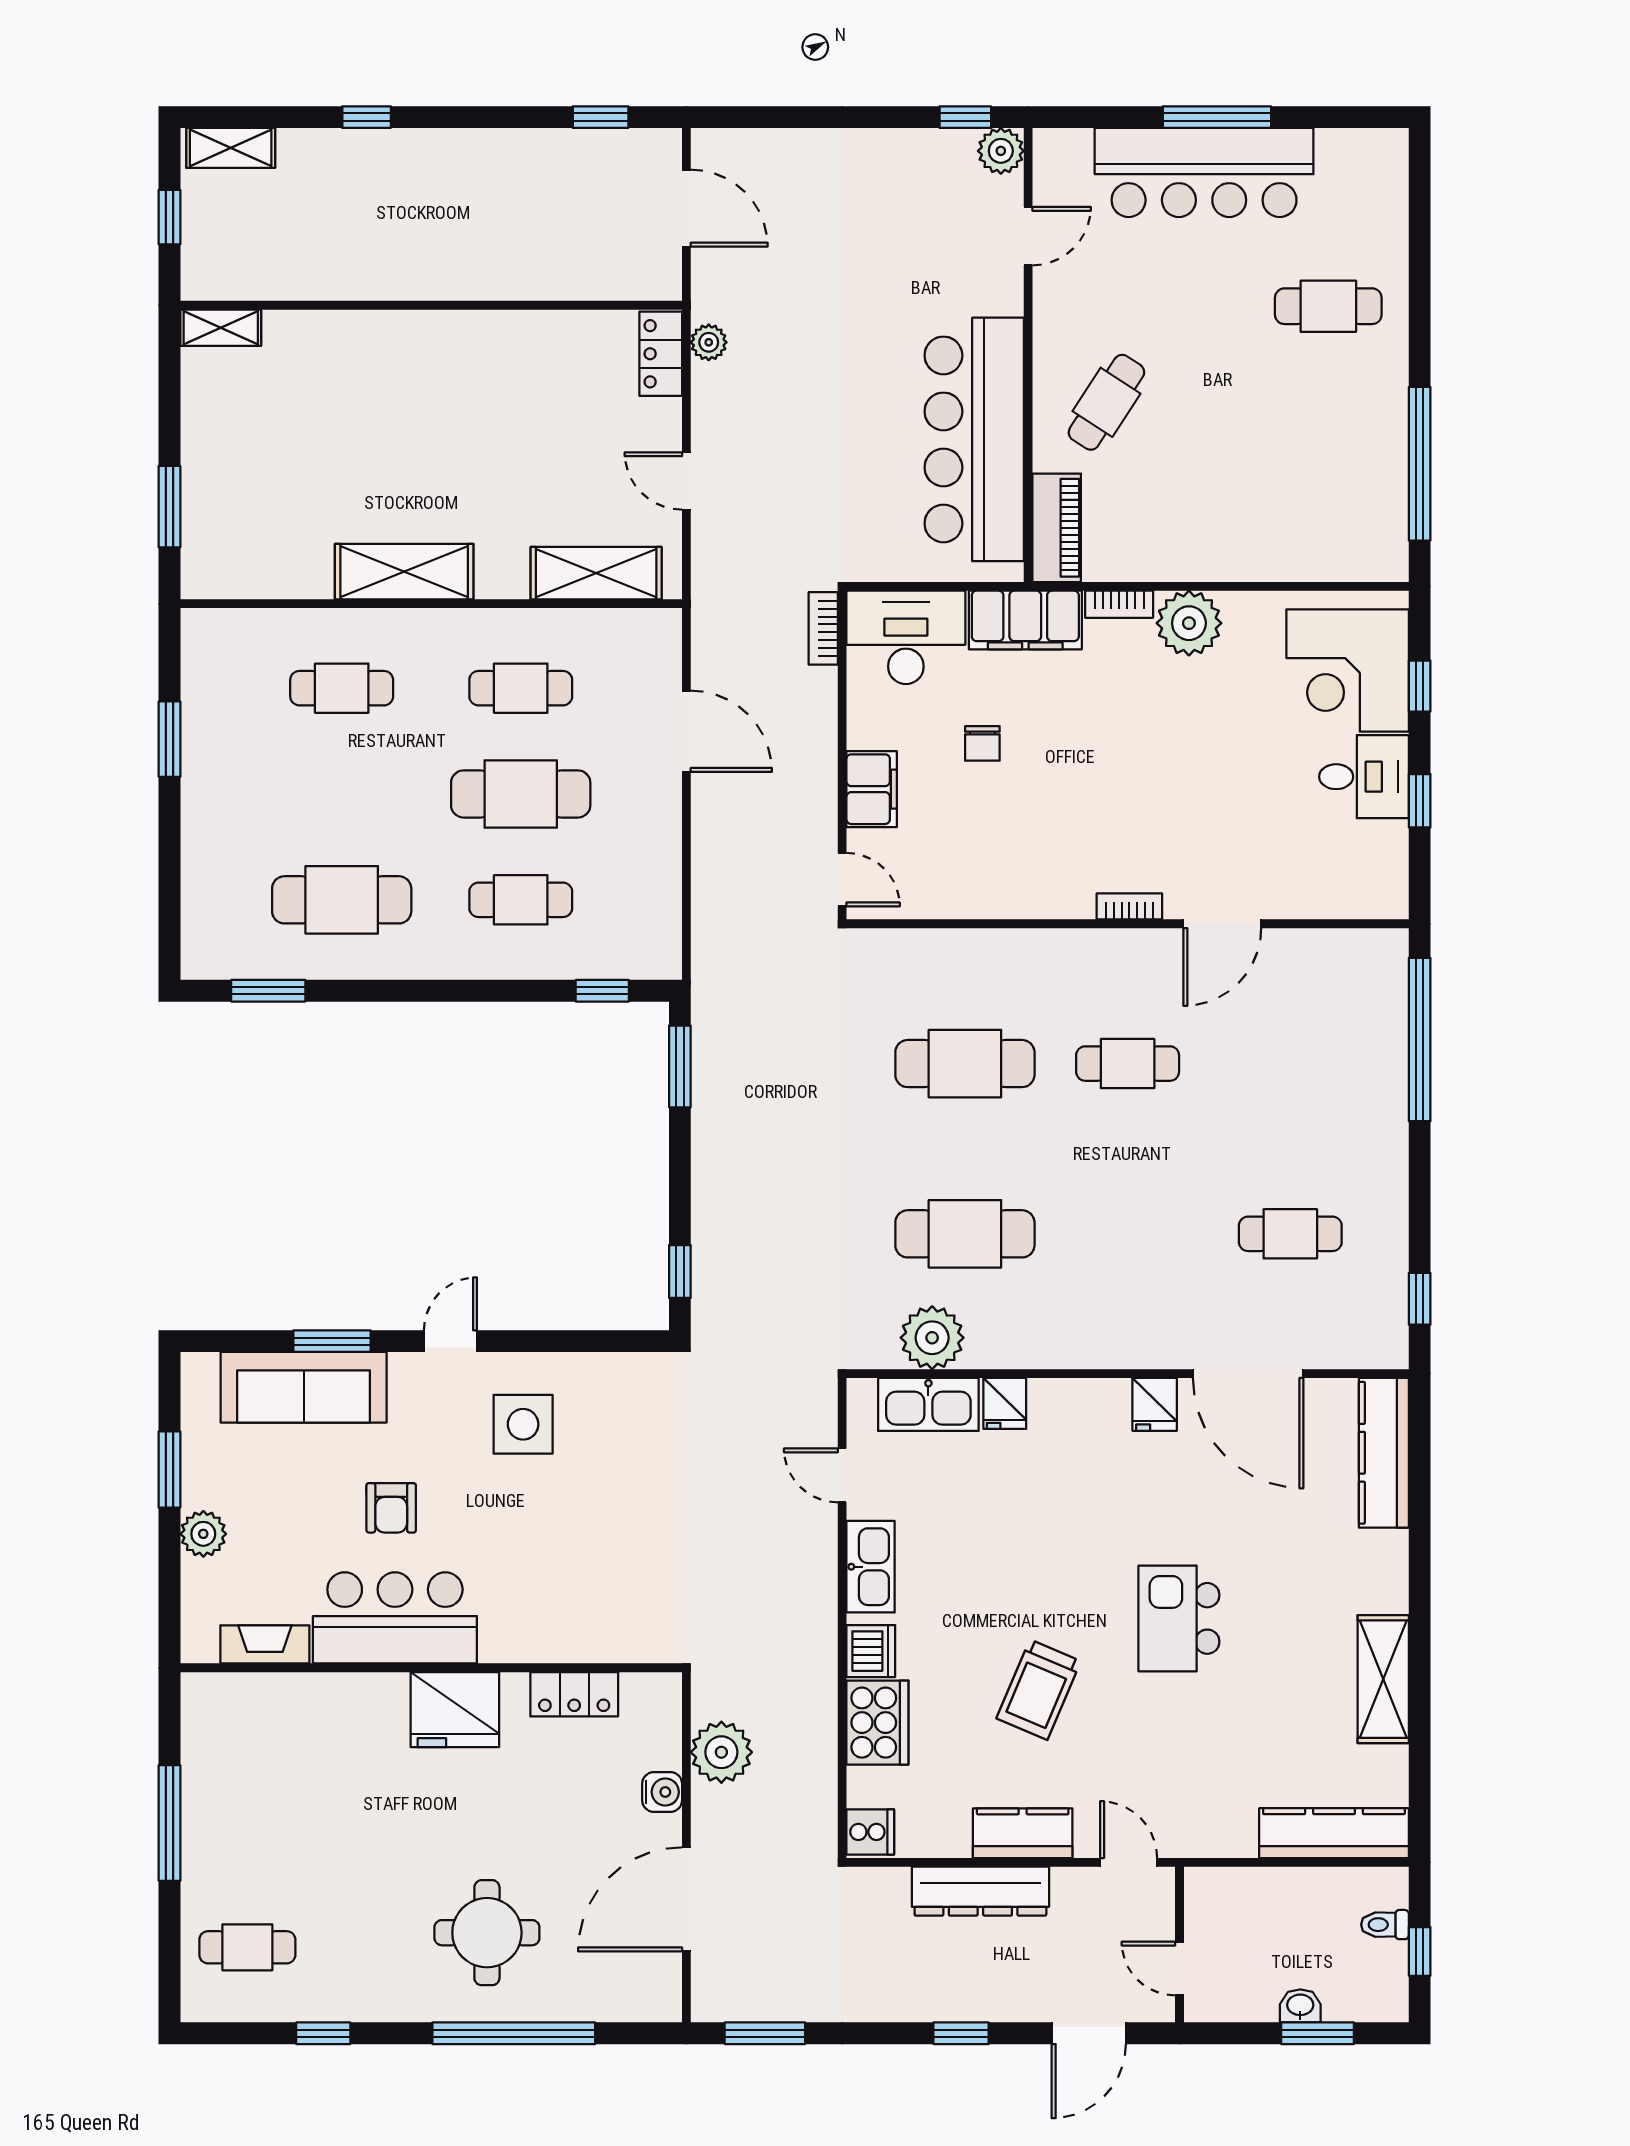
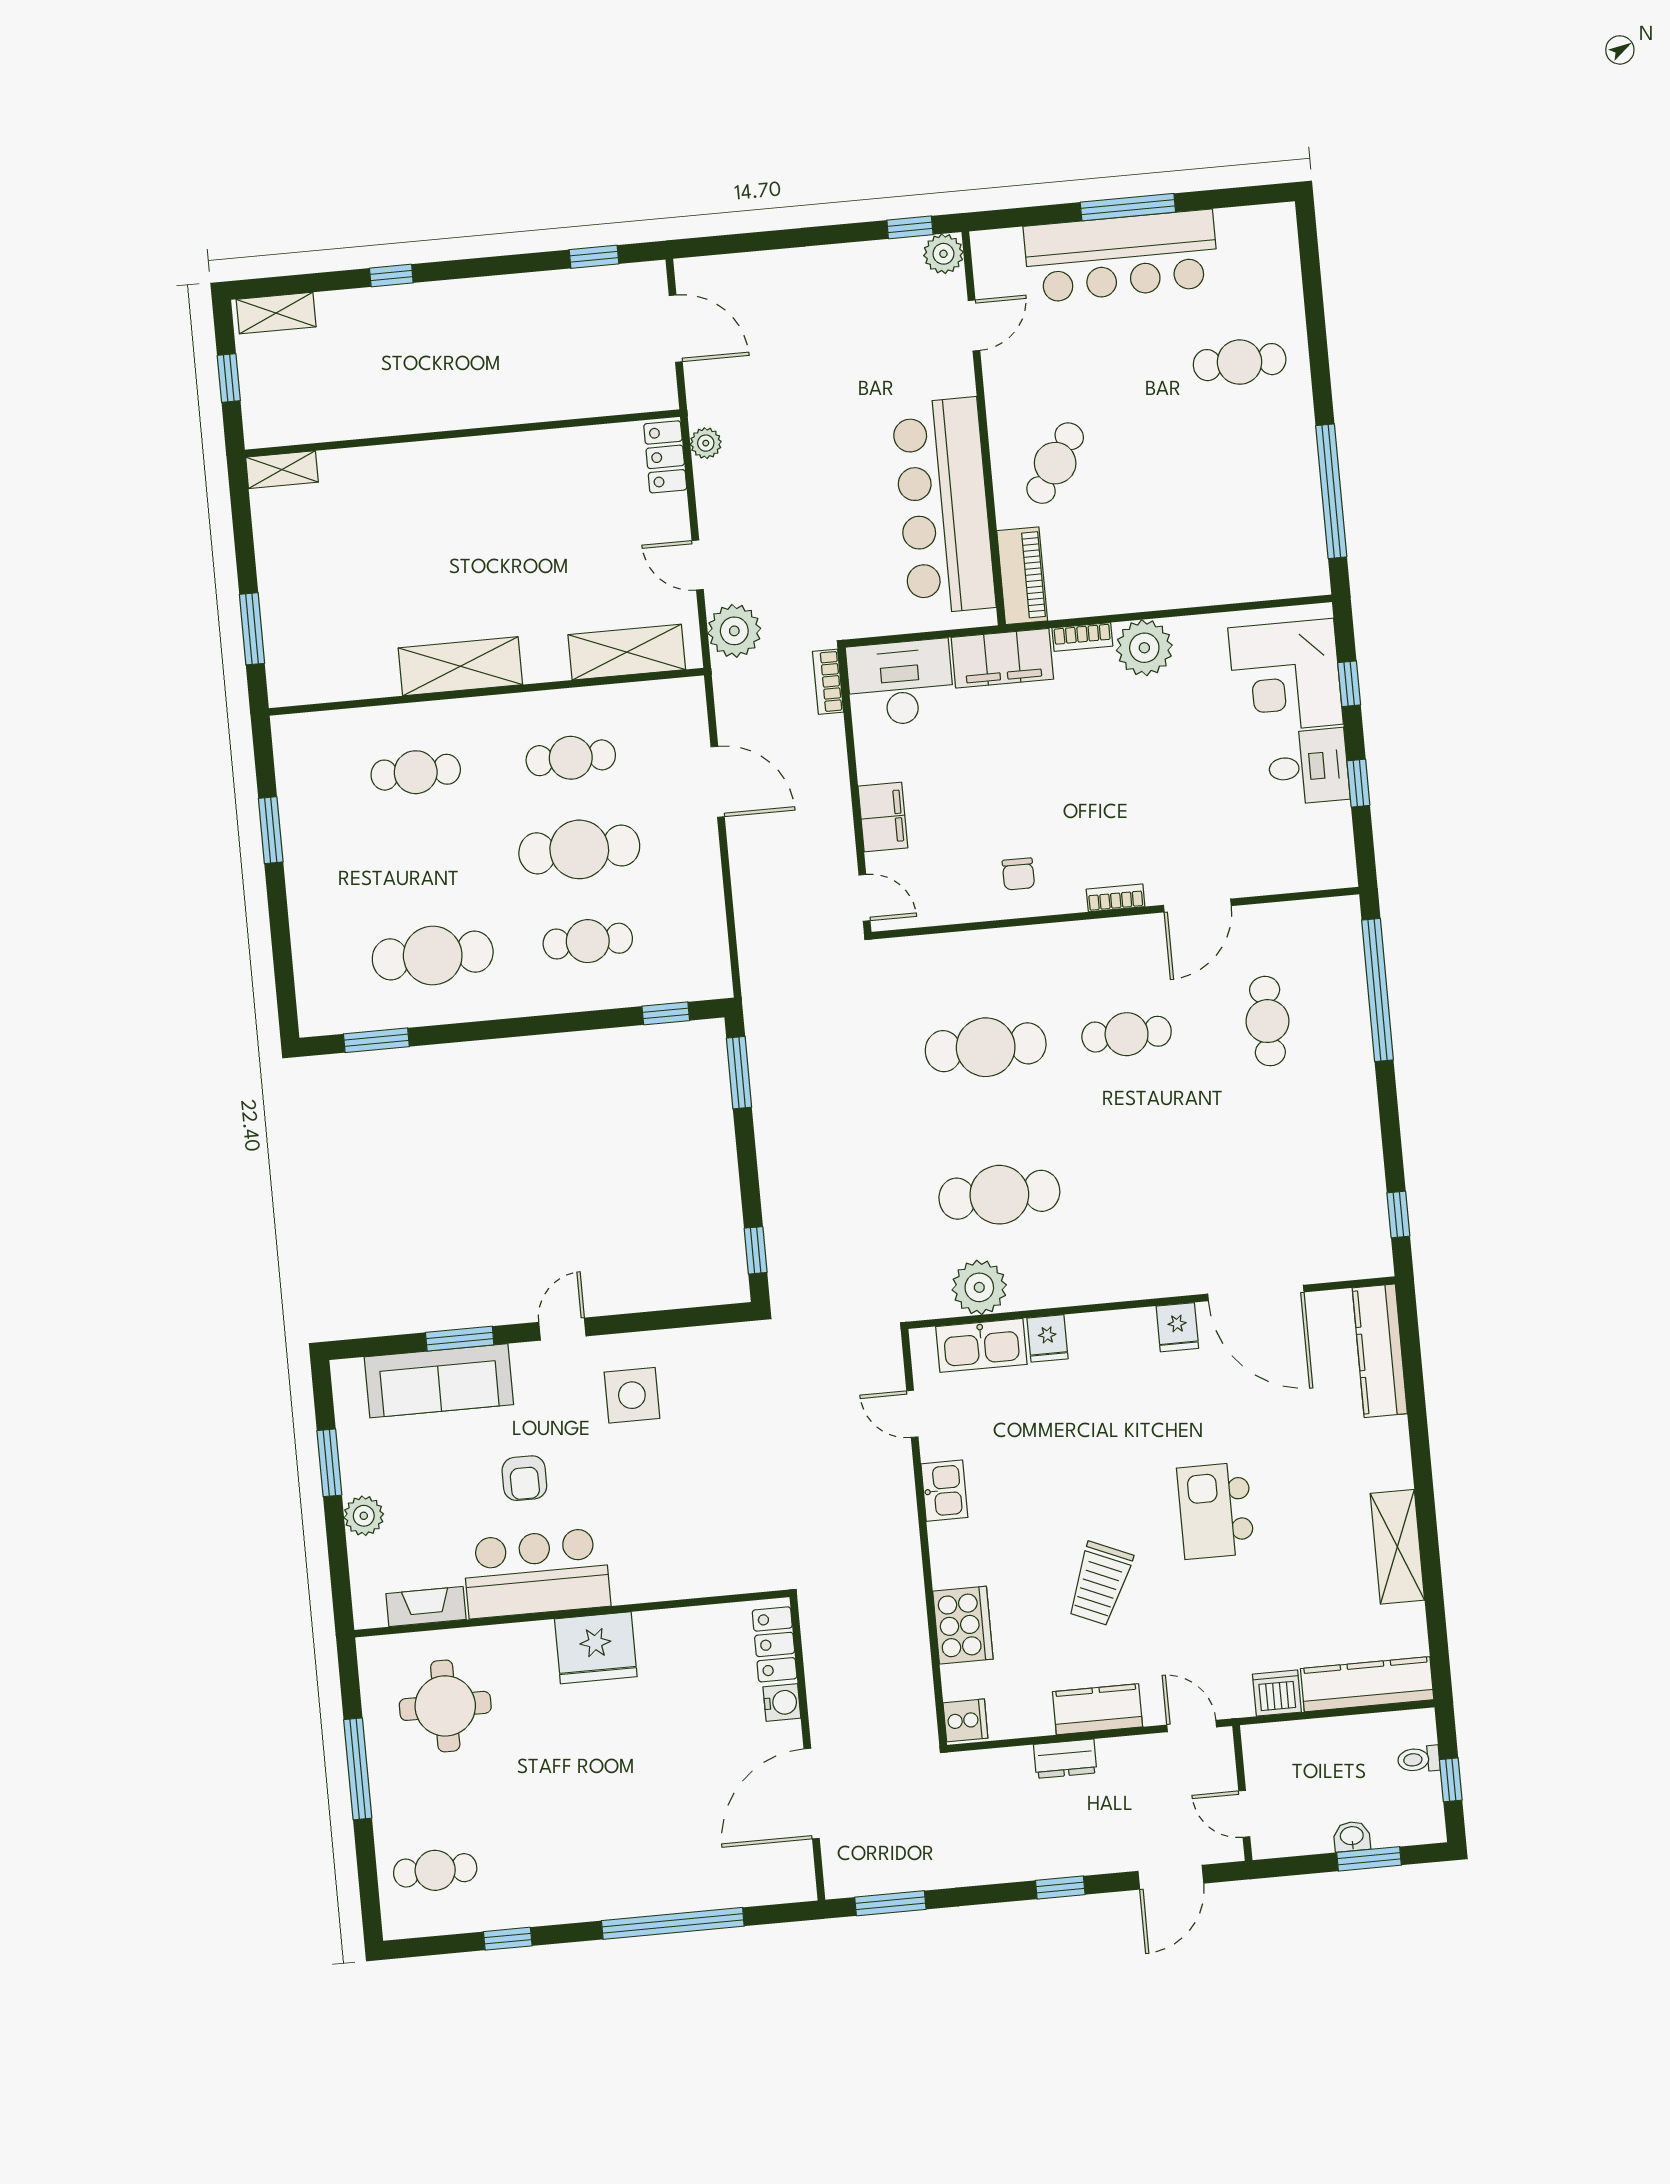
chair: (982, 743) -> (1018, 874), moved
cafe table: (1290, 1234) -> (1267, 1021), moved, turned 90
kitchen sink: (871, 1567) -> (944, 1491), width x0.73
dishwasher: (871, 1651) -> (1277, 1693), moved, turned -90
locker: (574, 1694) -> (775, 1644), moved, turned 90
plant: (721, 1752) -> (734, 631), moved
dresser: (980, 1891) -> (1065, 1759), width x0.51, depth x0.80
round table: (487, 1933) -> (445, 1706), moved

